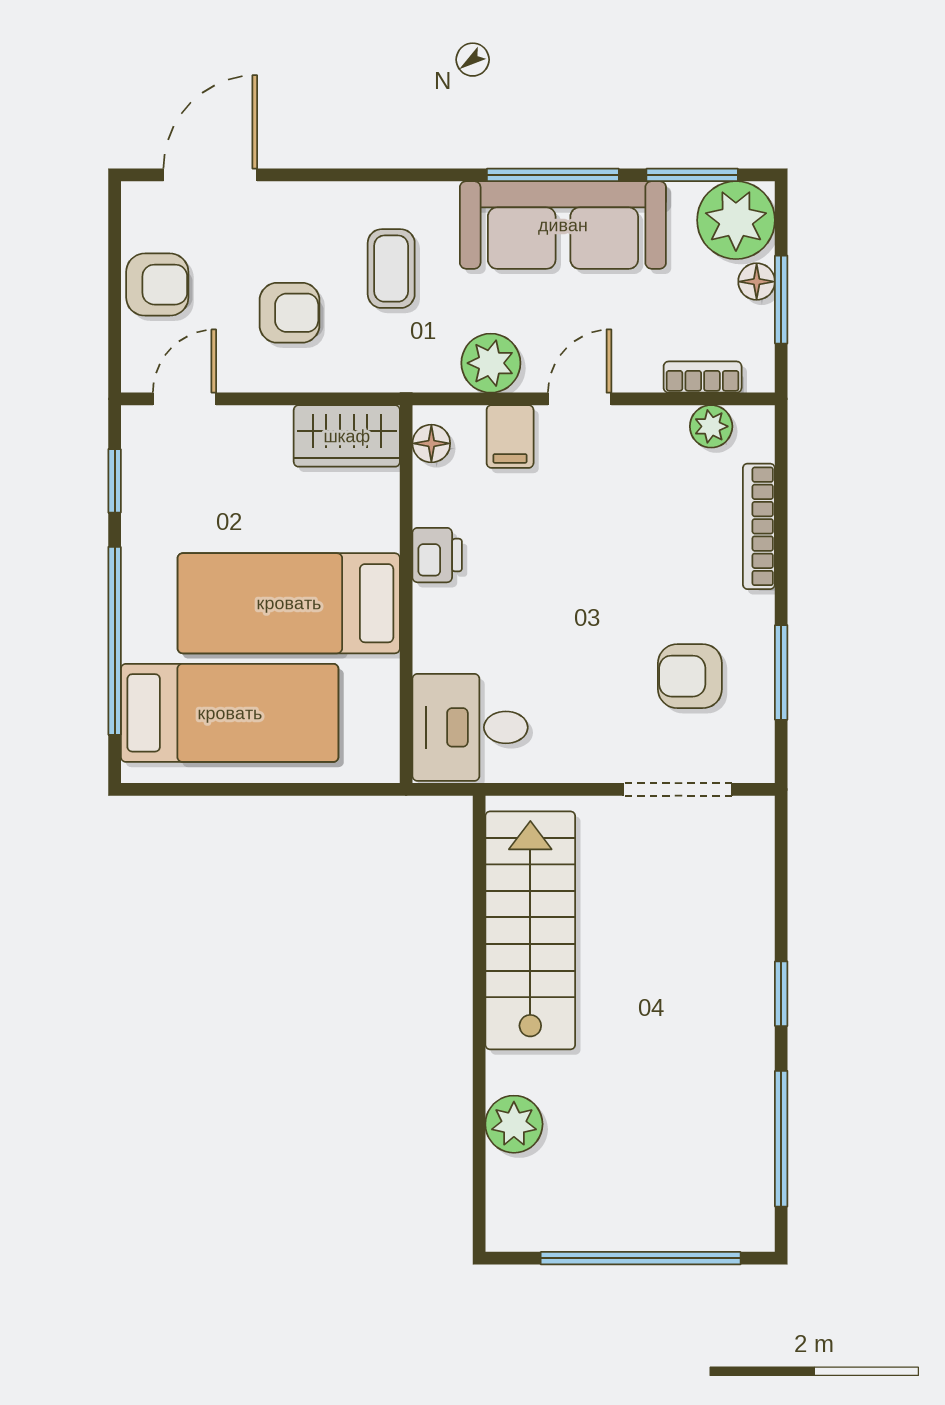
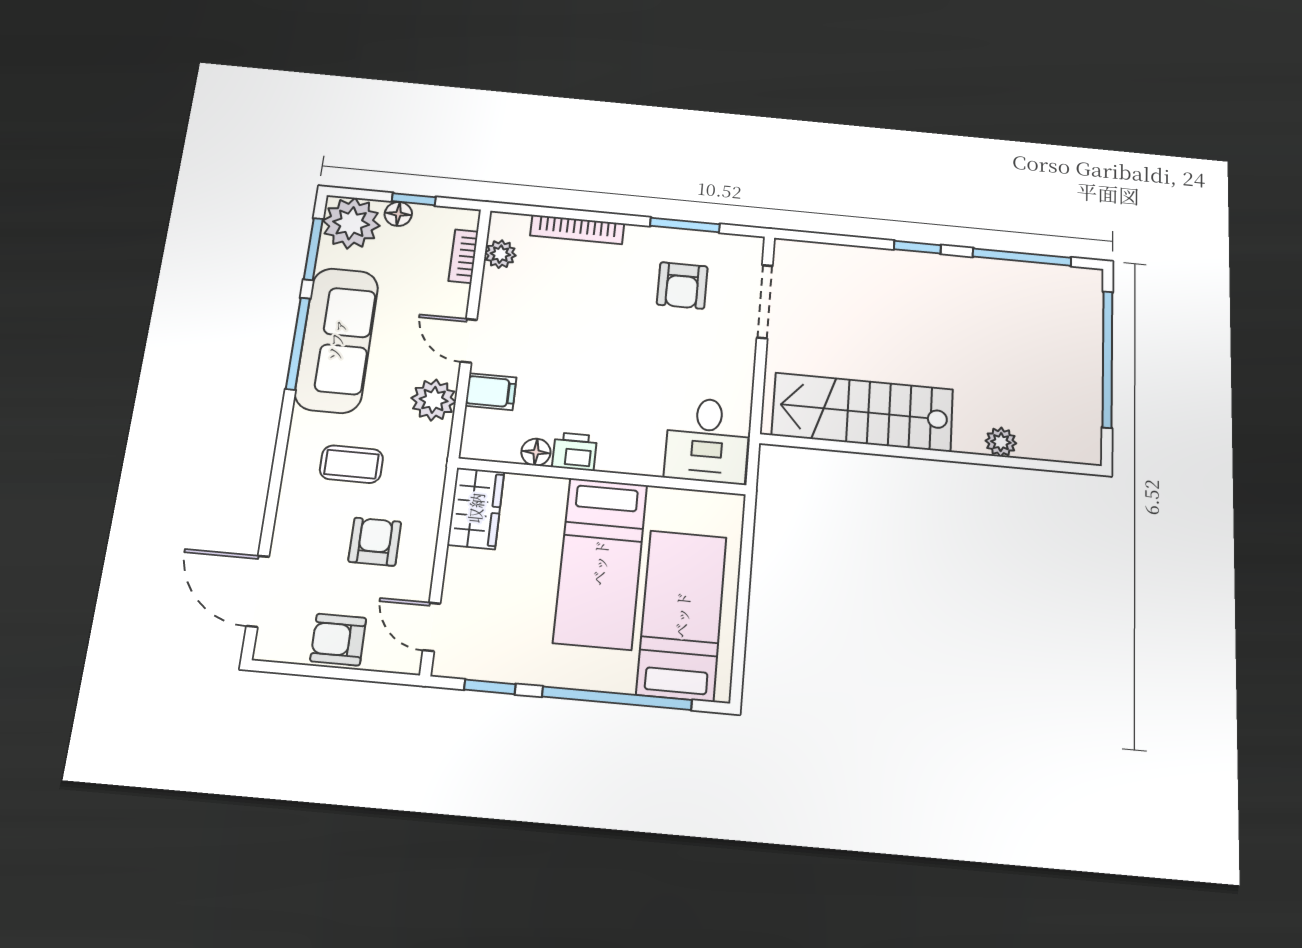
armchair: (157, 285) -> (338, 640), turned -90
window: (781, 300) -> (414, 199), width x0.67
floor lamp: (431, 443) -> (536, 452), moved
plant: (514, 1124) -> (1001, 442), width x0.73, depth x0.73

